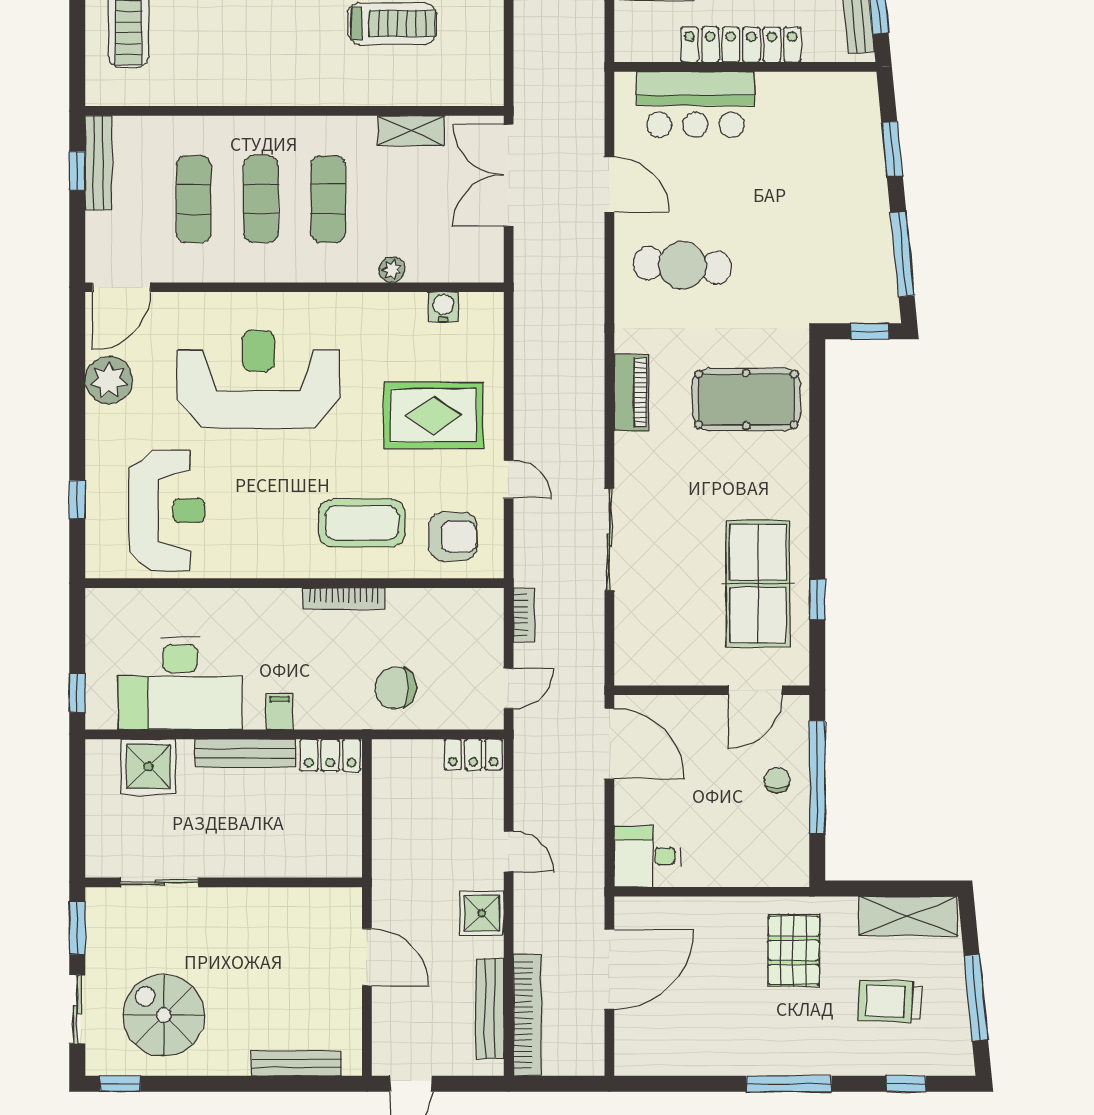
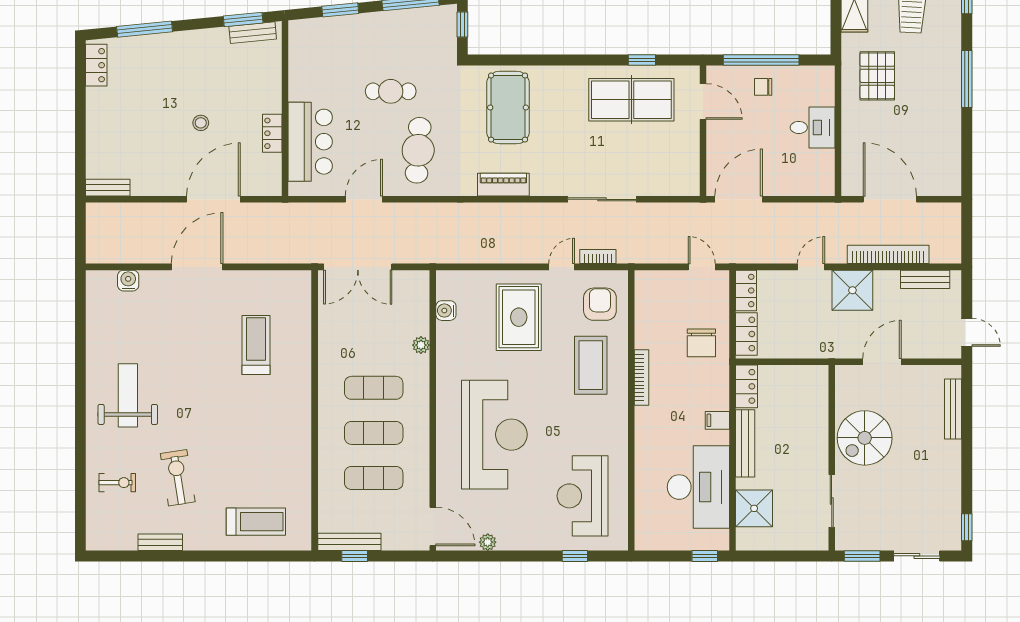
locker: (741, 45) -> (272, 133), width x0.46, depth x0.83
shelving: (411, 131) -> (328, 332), removed
cafe table: (770, 224) -> (391, 91), added
reception desk: (258, 379) -> (494, 435), turned 180
plant: (109, 380) -> (488, 542), width x0.53, depth x0.53
reception desk: (167, 511) -> (582, 496), turned -90
bookcase: (524, 615) -> (598, 256), moved
locker: (408, 755) -> (746, 334), added
desk: (647, 856) -> (813, 127), moved, turned -90
shower: (482, 913) -> (852, 290), width x1.36, depth x1.36
pallet: (794, 950) -> (877, 76), turned 90
bench: (490, 1008) -> (925, 279), width x0.73
spiral stairs: (164, 1015) -> (865, 438), moved
bookcase: (527, 1015) -> (888, 254), moved

